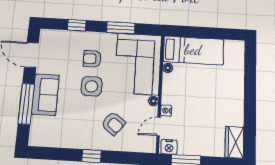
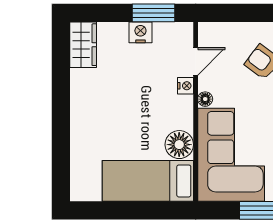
floor lamp: (168, 68) -> (179, 145), width x1.89, depth x1.89
nightstand: (169, 147) -> (140, 32), moved

